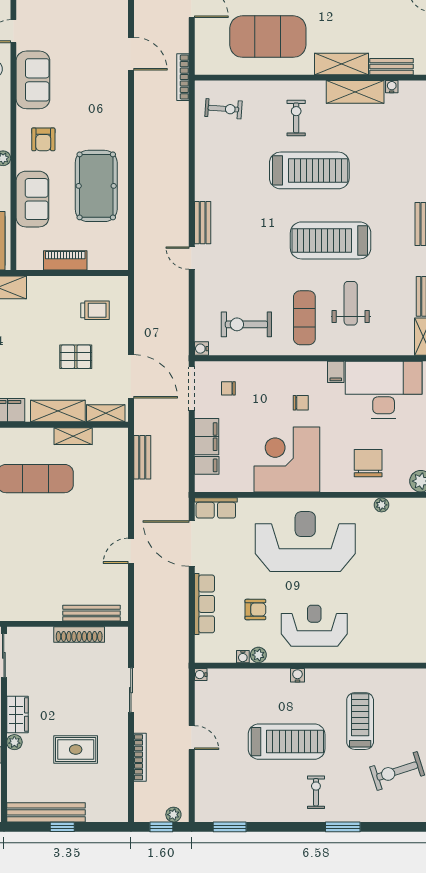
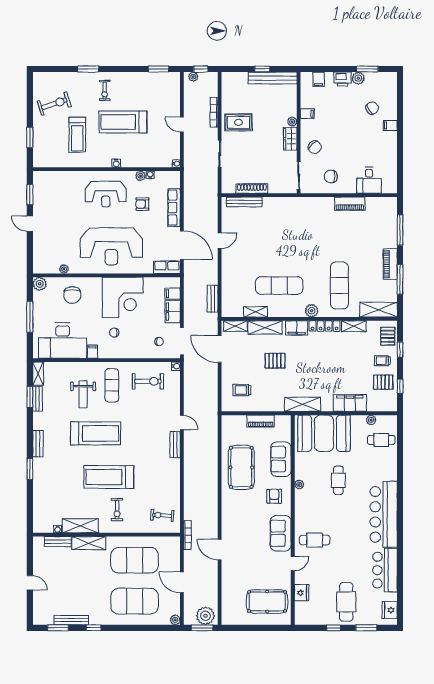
pallet: (76, 357) -> (275, 361), moved
rug: (76, 750) -> (239, 122), moved

